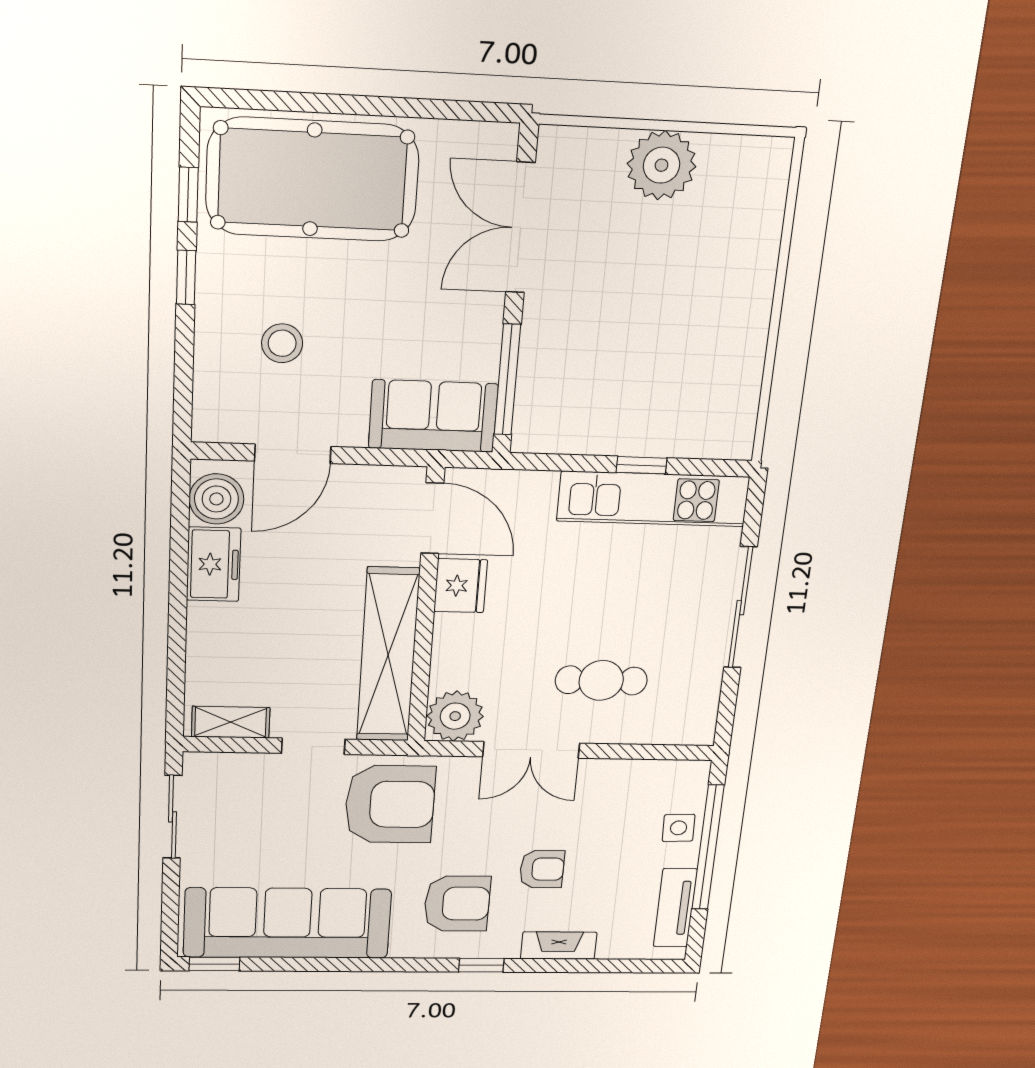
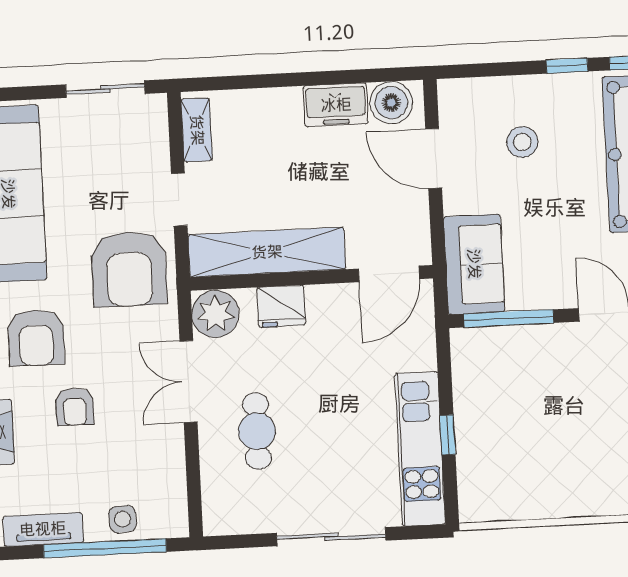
fridge: (461, 586) -> (281, 306), moved

